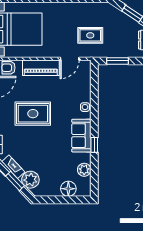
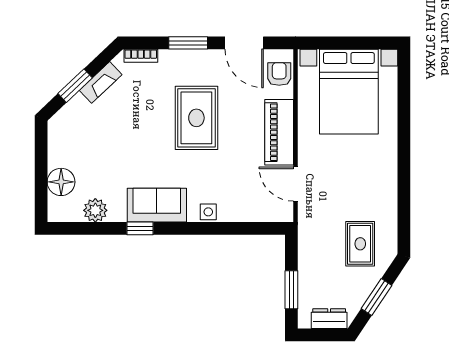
rug: (90, 35) -> (360, 244), moved
window: (118, 61) -> (291, 290), moved
plant: (30, 180) -> (77, 114), removed

